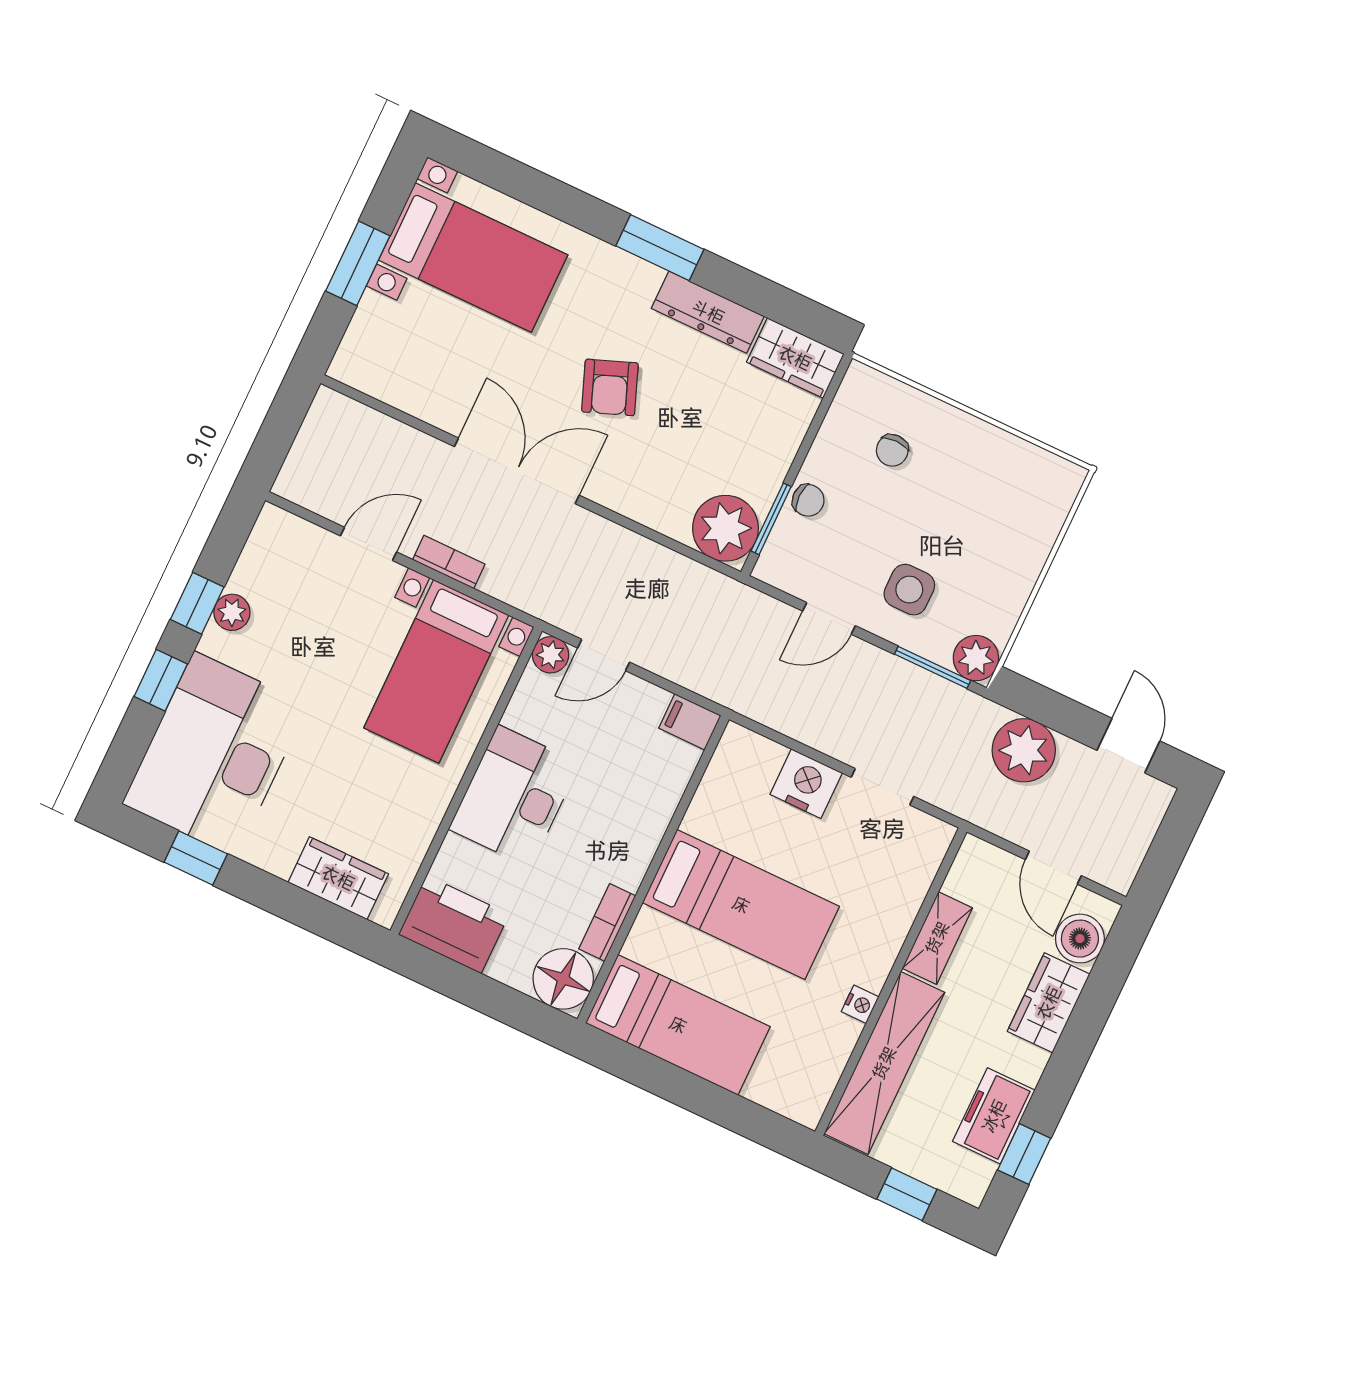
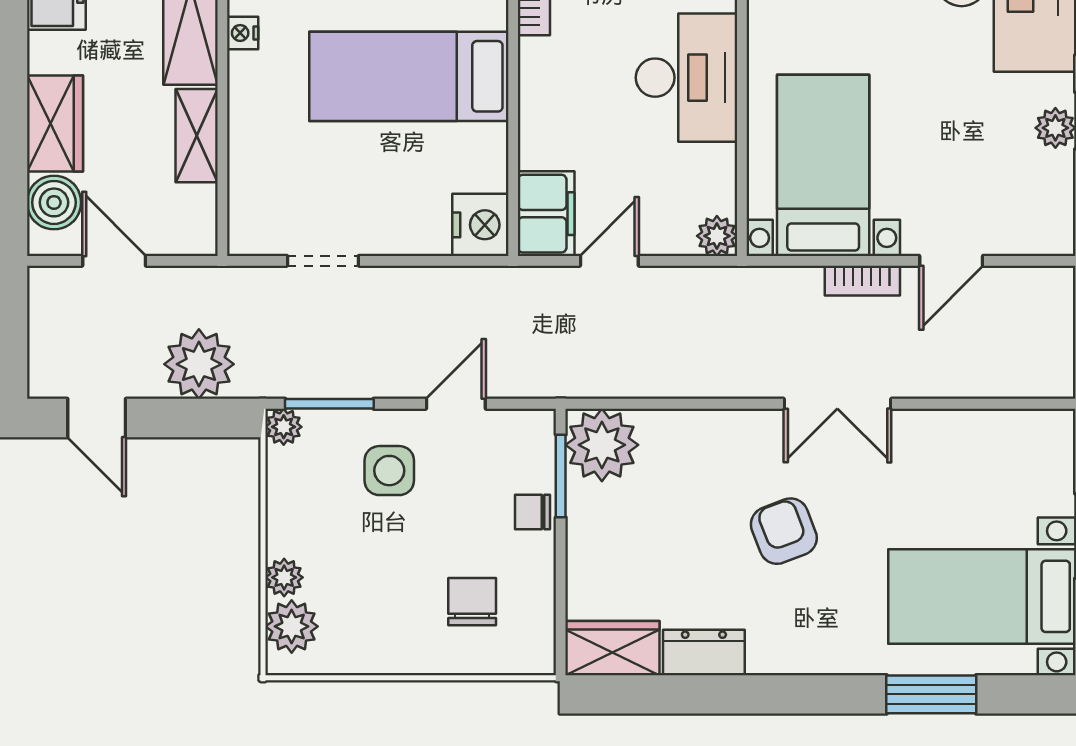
window: (660, 248) -> (931, 694), moved
dresser: (708, 312) -> (704, 652), width x0.70
chair: (892, 450) -> (472, 602), width x1.37, depth x1.37
double door: (517, 471) -> (837, 404), width x0.73
plant: (1049, 500) -> (292, 626), added
plant: (1037, 543) -> (284, 577), added
door: (604, 655) -> (609, 261), moved
plant: (976, 658) -> (284, 427), width x0.73, depth x0.73
filing cabinet: (690, 722) -> (546, 214), width x2.00
nightstand: (806, 784) -> (480, 225), moved, turned -90

